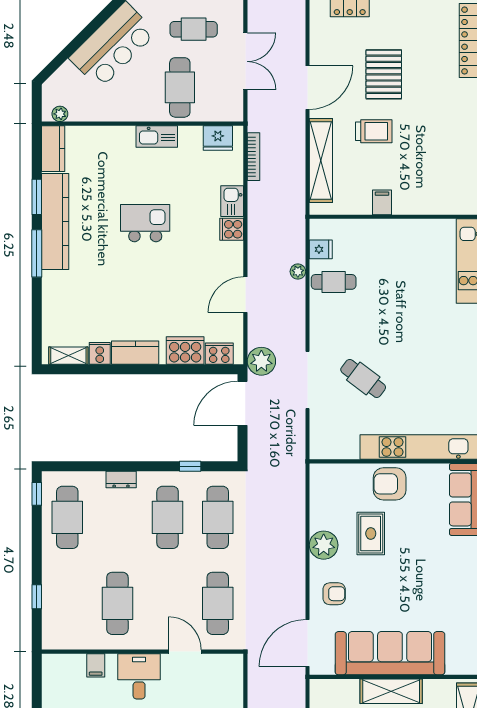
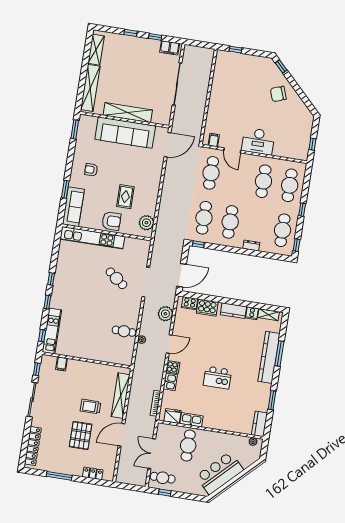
cafe table: (194, 29) -> (163, 478), moved
kitchen sink: (157, 136) -> (191, 420), moved
filing cabinet: (382, 202) -> (62, 364), moved
kitchen counter: (55, 221) -> (269, 357), moved
fridge: (321, 249) -> (128, 349), removed
window: (37, 253) -> (279, 354), moved
door: (245, 295) -> (169, 344), moved
plant: (261, 361) -> (165, 314), moved
window: (190, 466) -> (198, 244), moved
plant: (324, 545) -> (146, 223), moved
armchair: (334, 594) -> (91, 170), moved
window: (37, 597) -> (302, 210), moved
cafe table: (67, 603) -> (290, 185), added
filing cabinet: (96, 665) -> (214, 140), moved
desk: (139, 676) -> (258, 141), width x1.37
window: (37, 687) -> (313, 144), added
shelving: (391, 691) -> (128, 113), width x1.47

